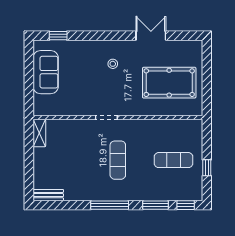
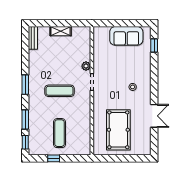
plant: (85, 125) -> (86, 66), added
shelving: (39, 133) -> (61, 31), moved
window: (110, 205) -> (25, 85), width x0.69

